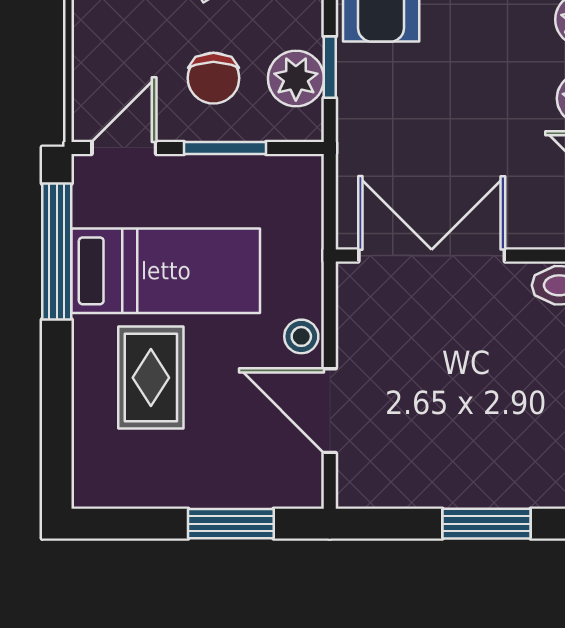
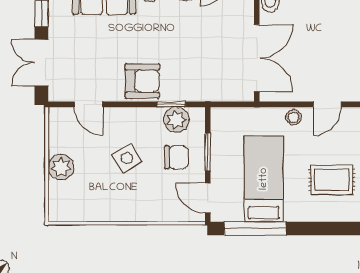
double door: (432, 256) -> (257, 58), swing flipped
rug: (151, 378) -> (332, 180), moved
door: (330, 411) -> (327, 104), width x0.73

